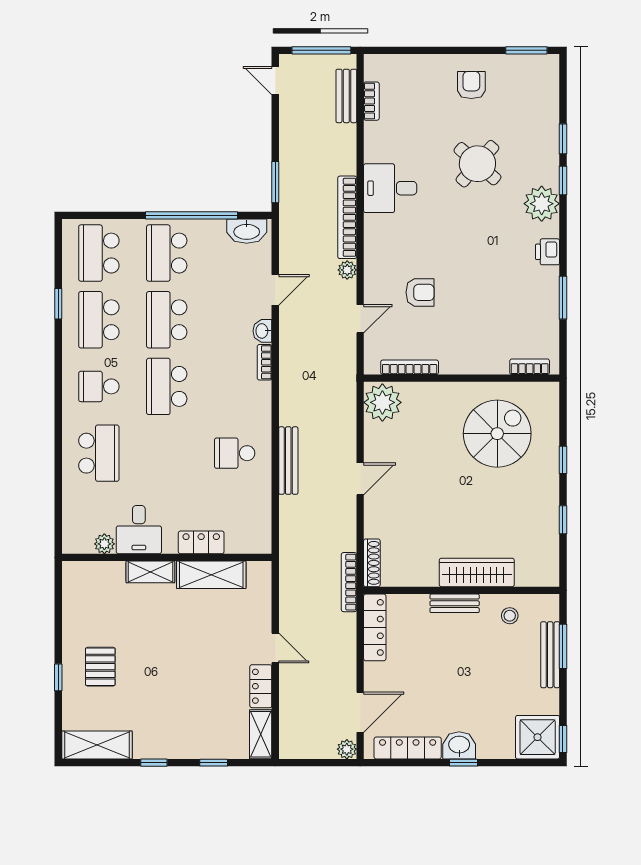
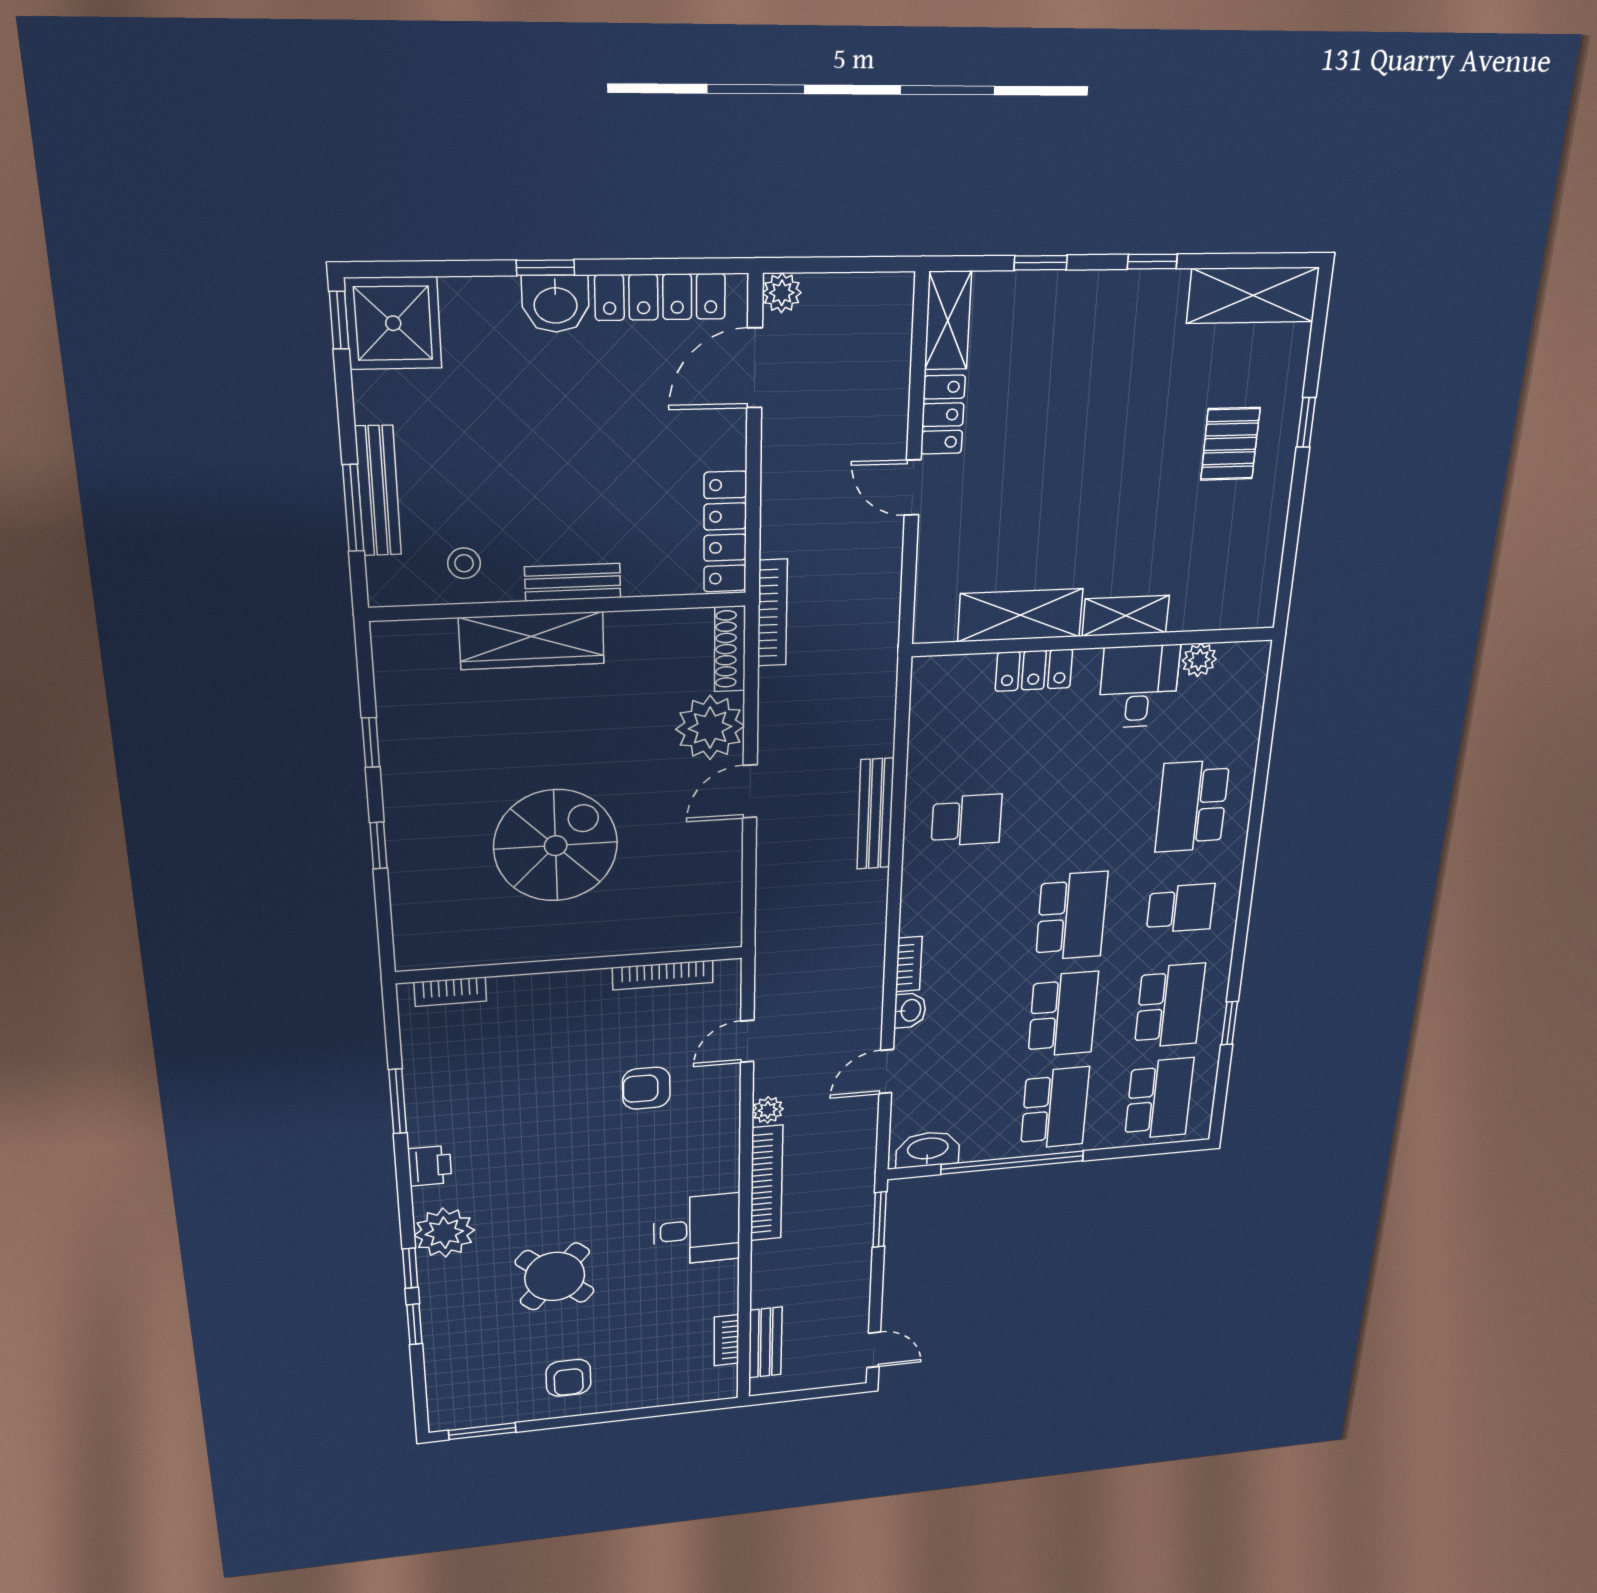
window: (321, 50) -> (803, 1395), removed
plant: (382, 402) -> (710, 728), moved
spiral stairs: (497, 434) -> (556, 846), moved, turned 180

